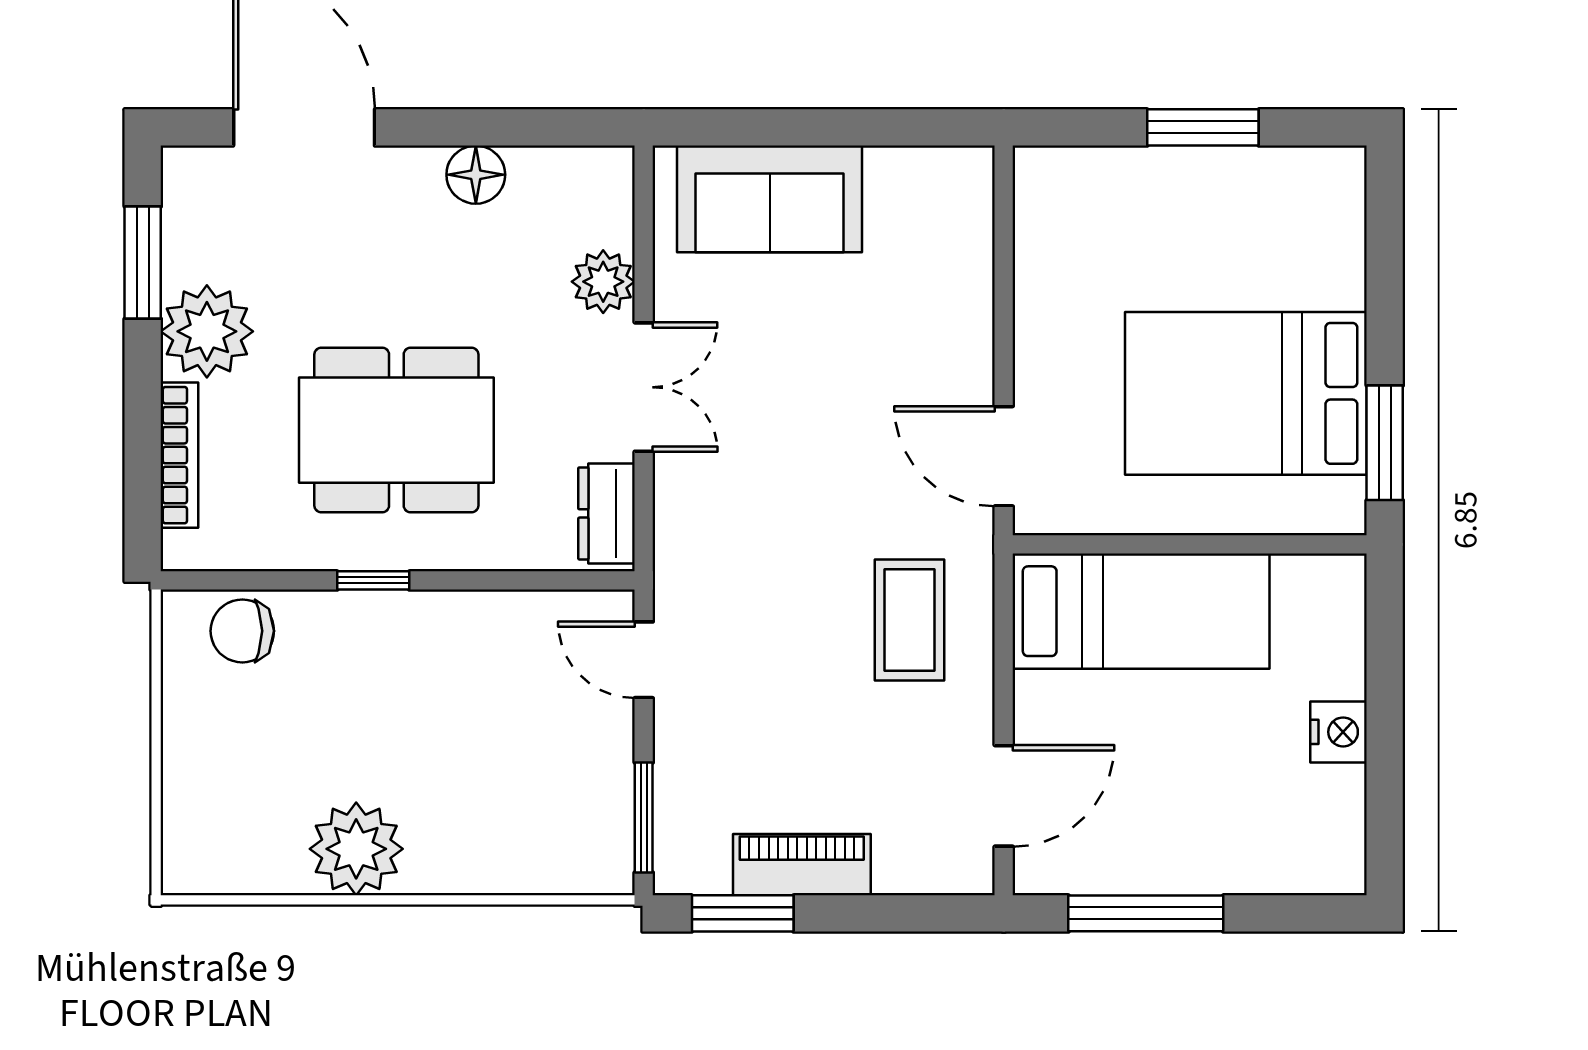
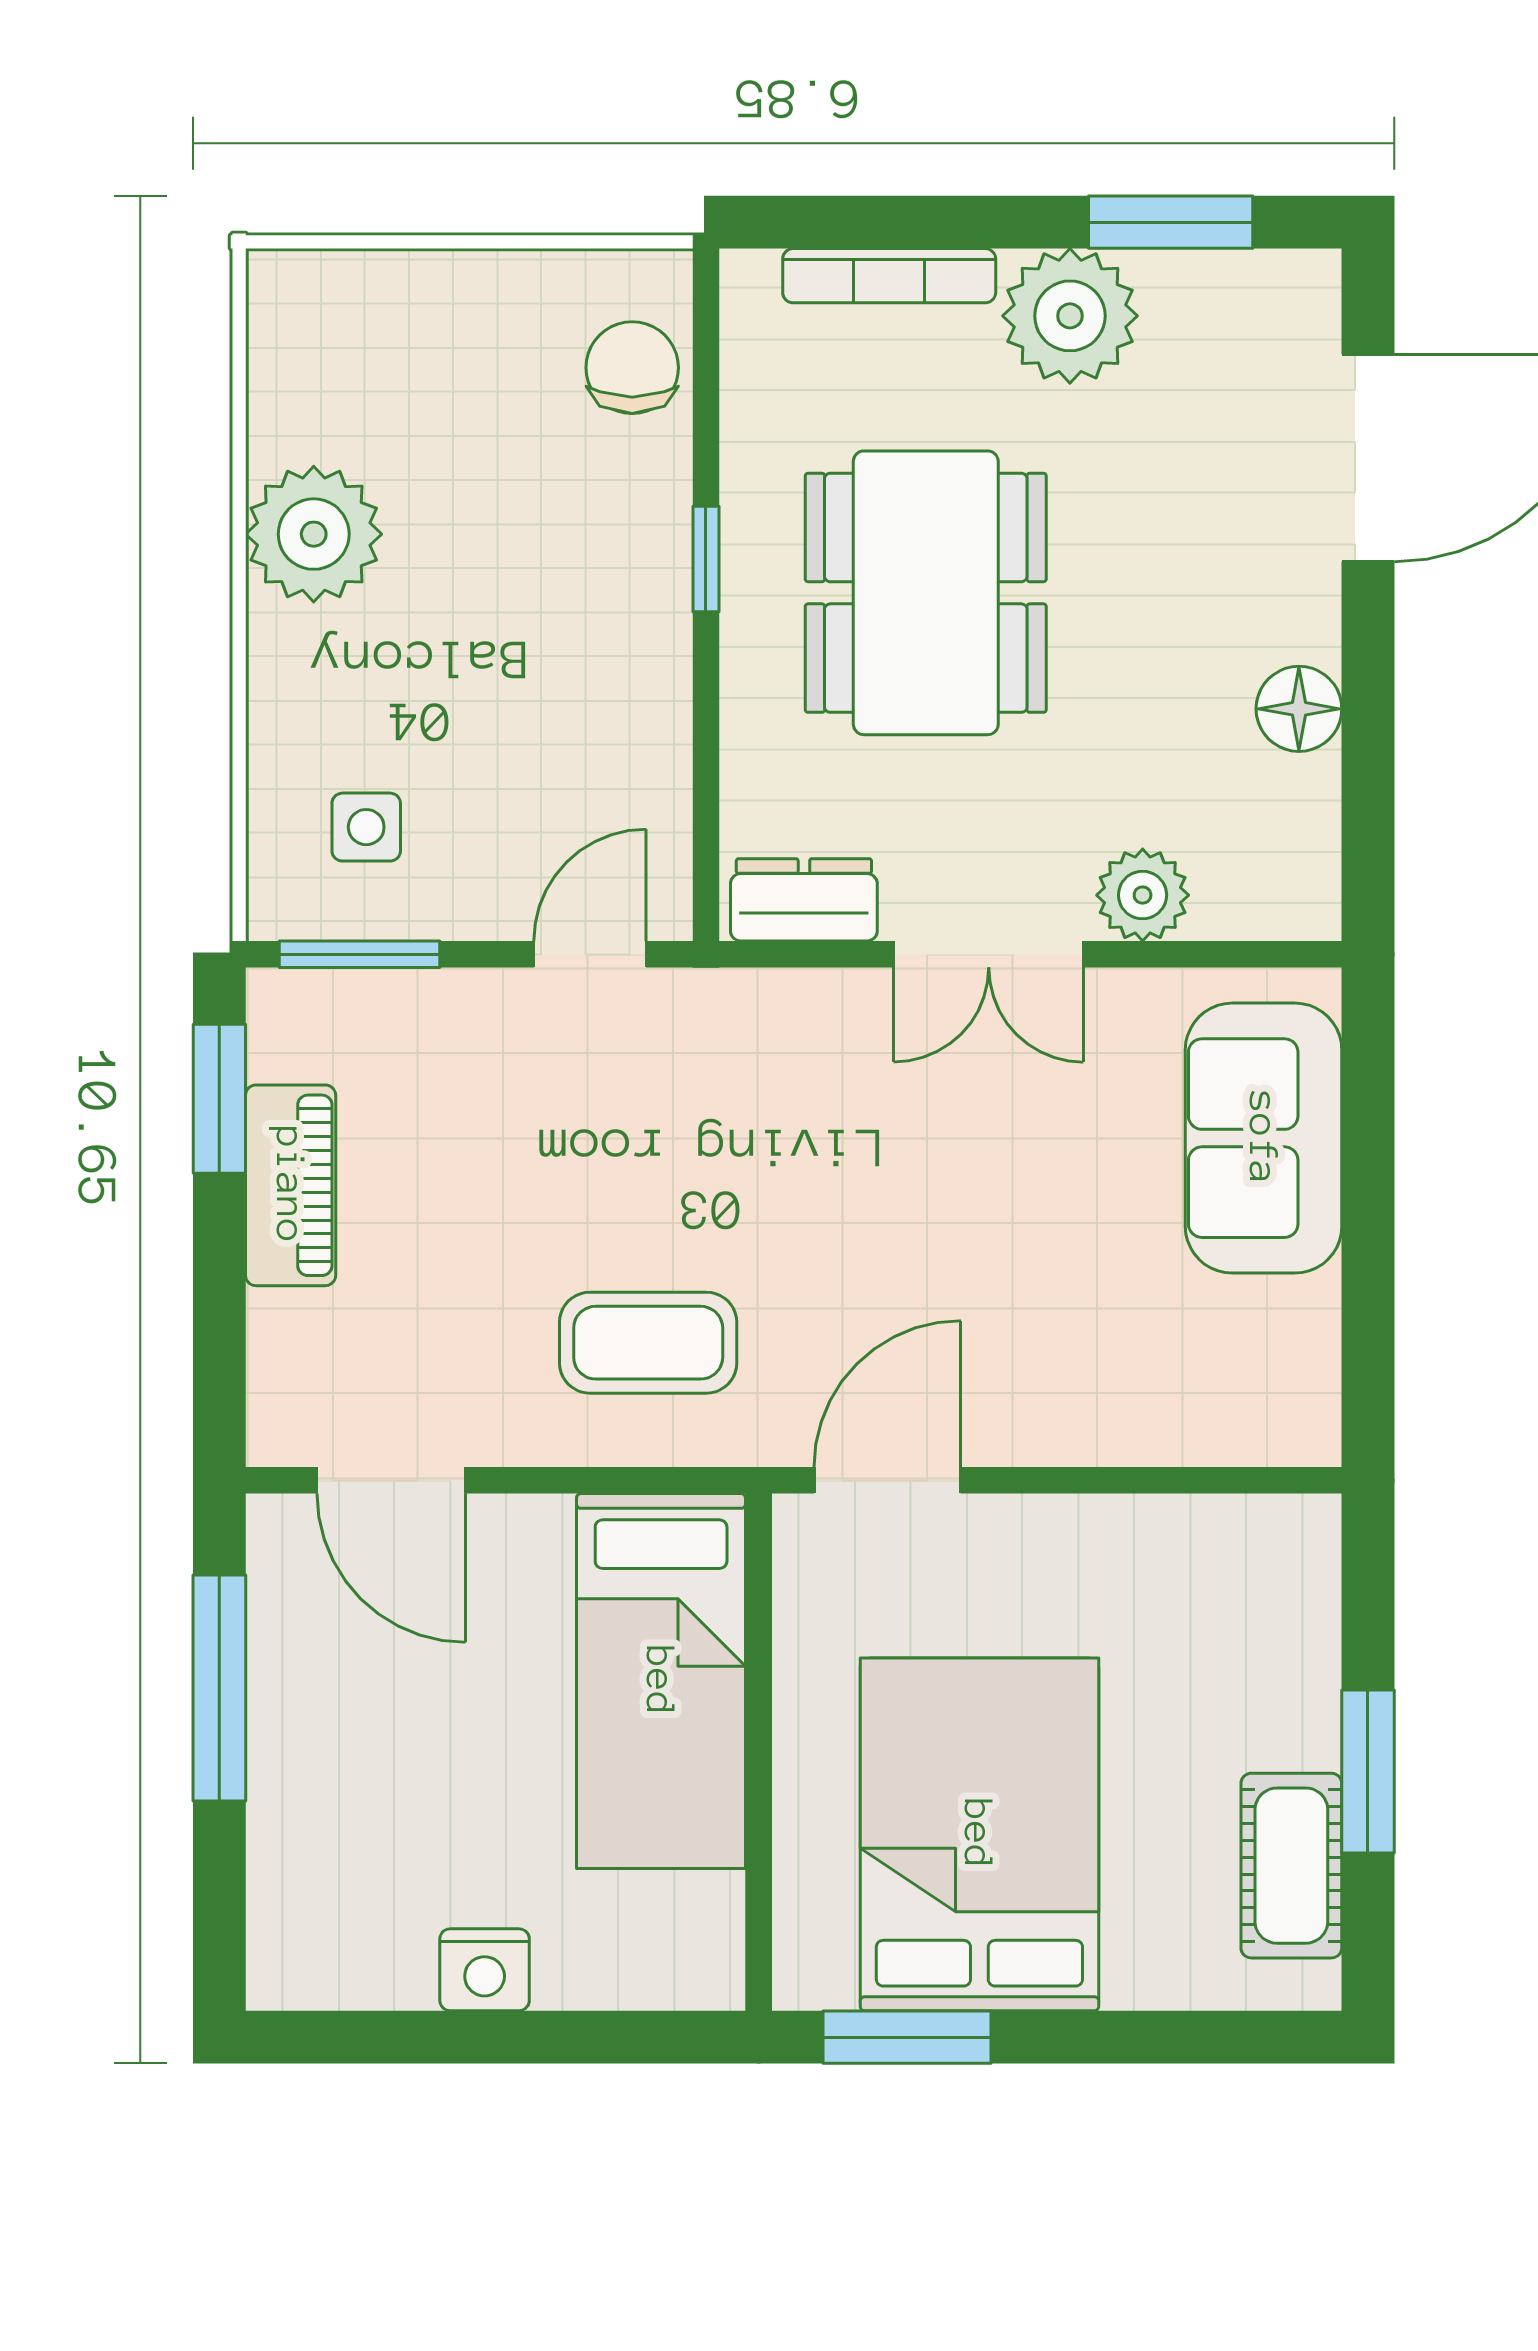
cot: (1267, 180) -> (1291, 1866), added
side table: (557, 813) -> (366, 827), added

